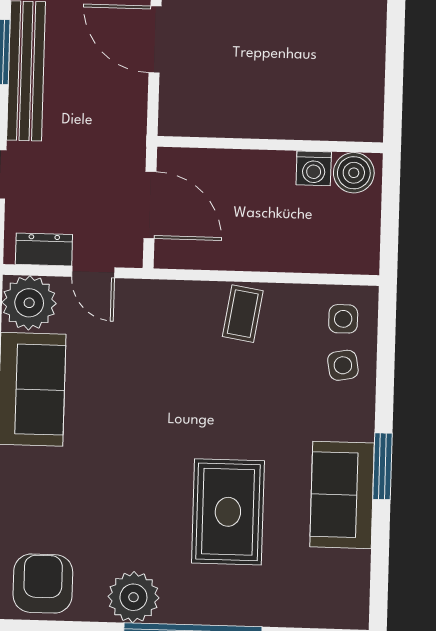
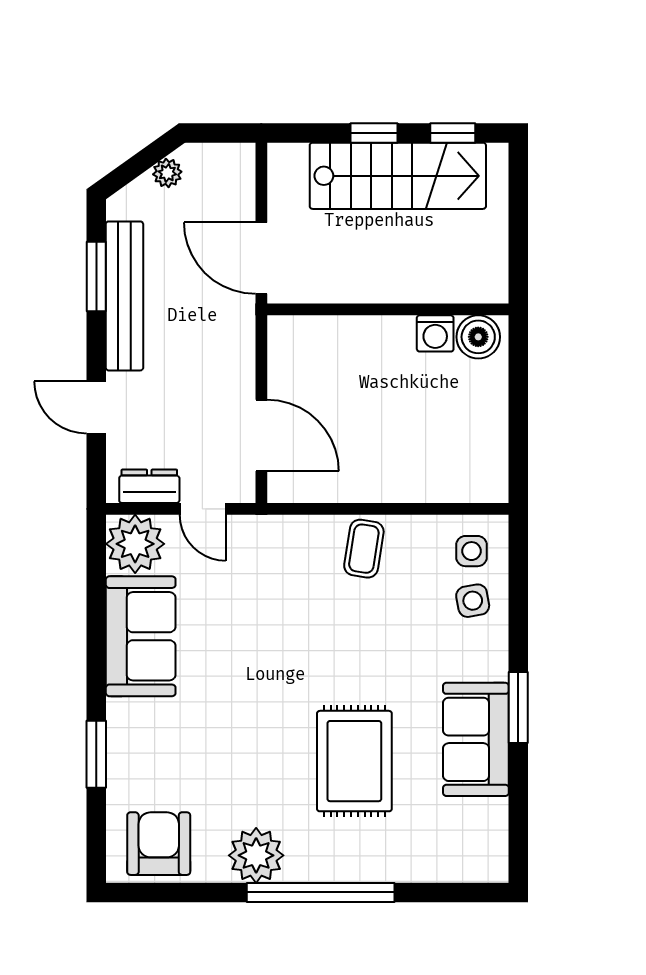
wall: (270, 145) -> (388, 309), moved
washing machine: (314, 168) -> (435, 333), moved
boiler: (354, 173) -> (478, 337), moved

